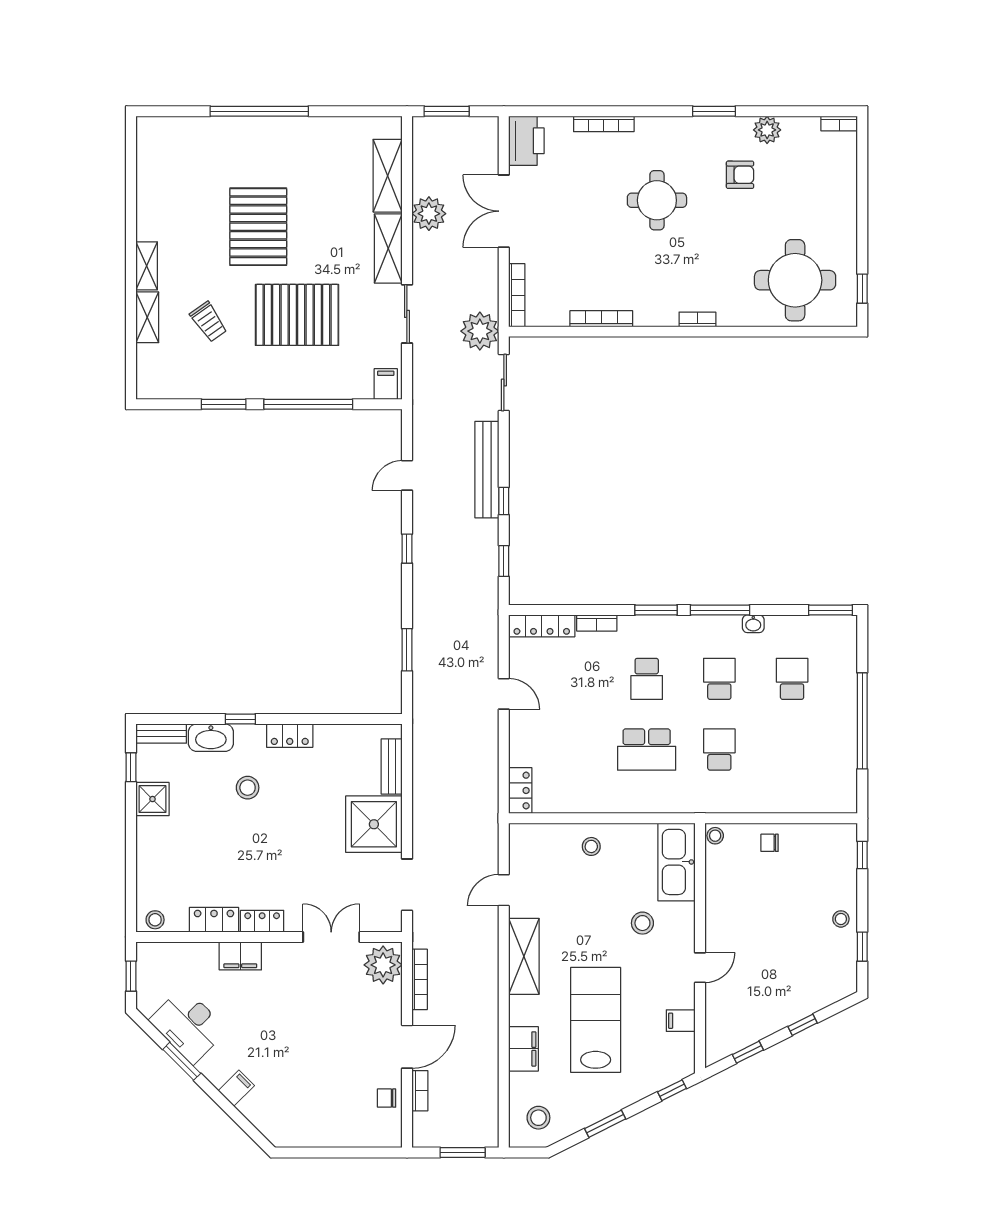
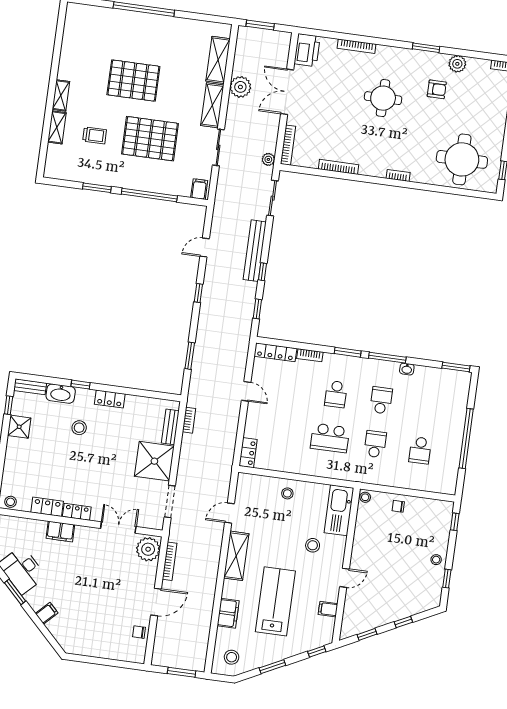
pallet: (258, 227) -> (133, 81), turned 90
trolley: (209, 322) -> (95, 135), turned -55
plant: (480, 331) -> (268, 159), width x0.53, depth x0.53
school desk: (792, 679) -> (420, 450), moved, turned 180
bookcase: (420, 1091) -> (189, 420), moved

